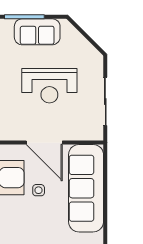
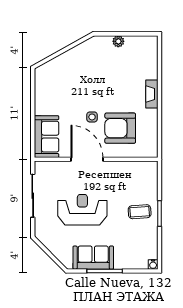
sofa: (86, 188) -> (47, 137), width x0.54, depth x0.79

